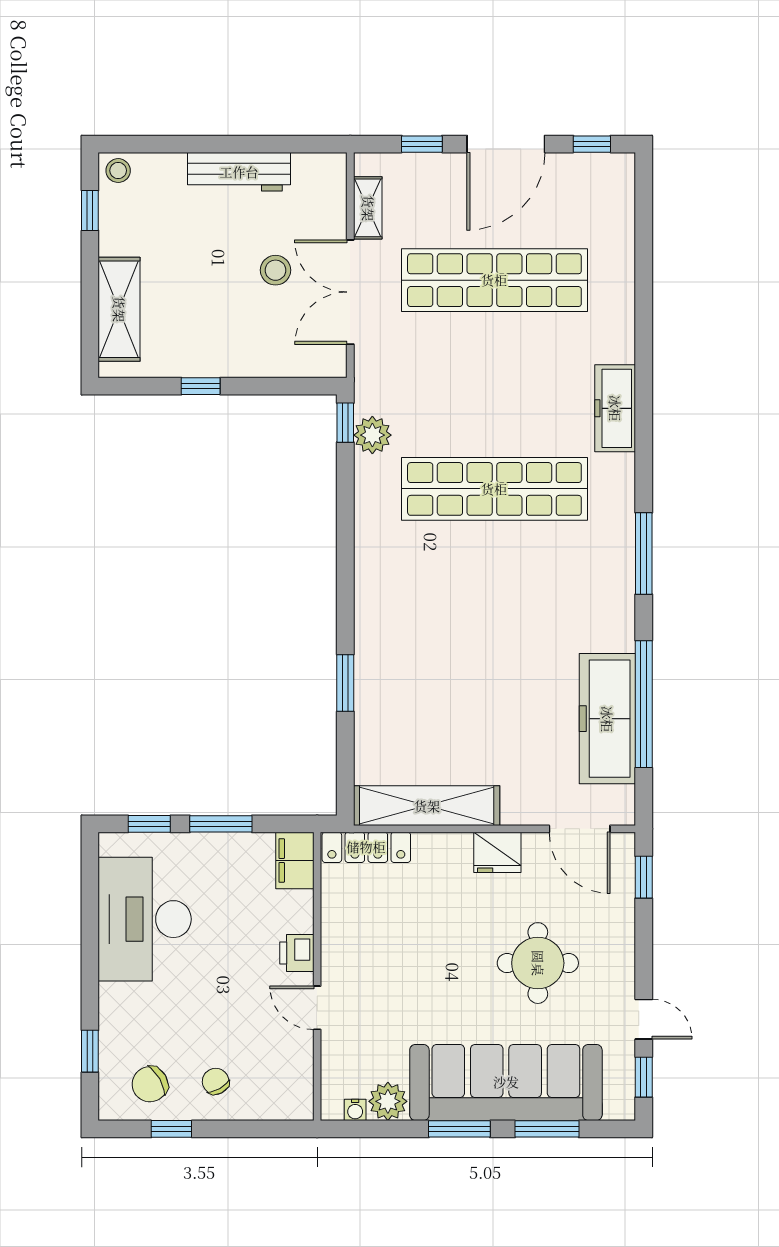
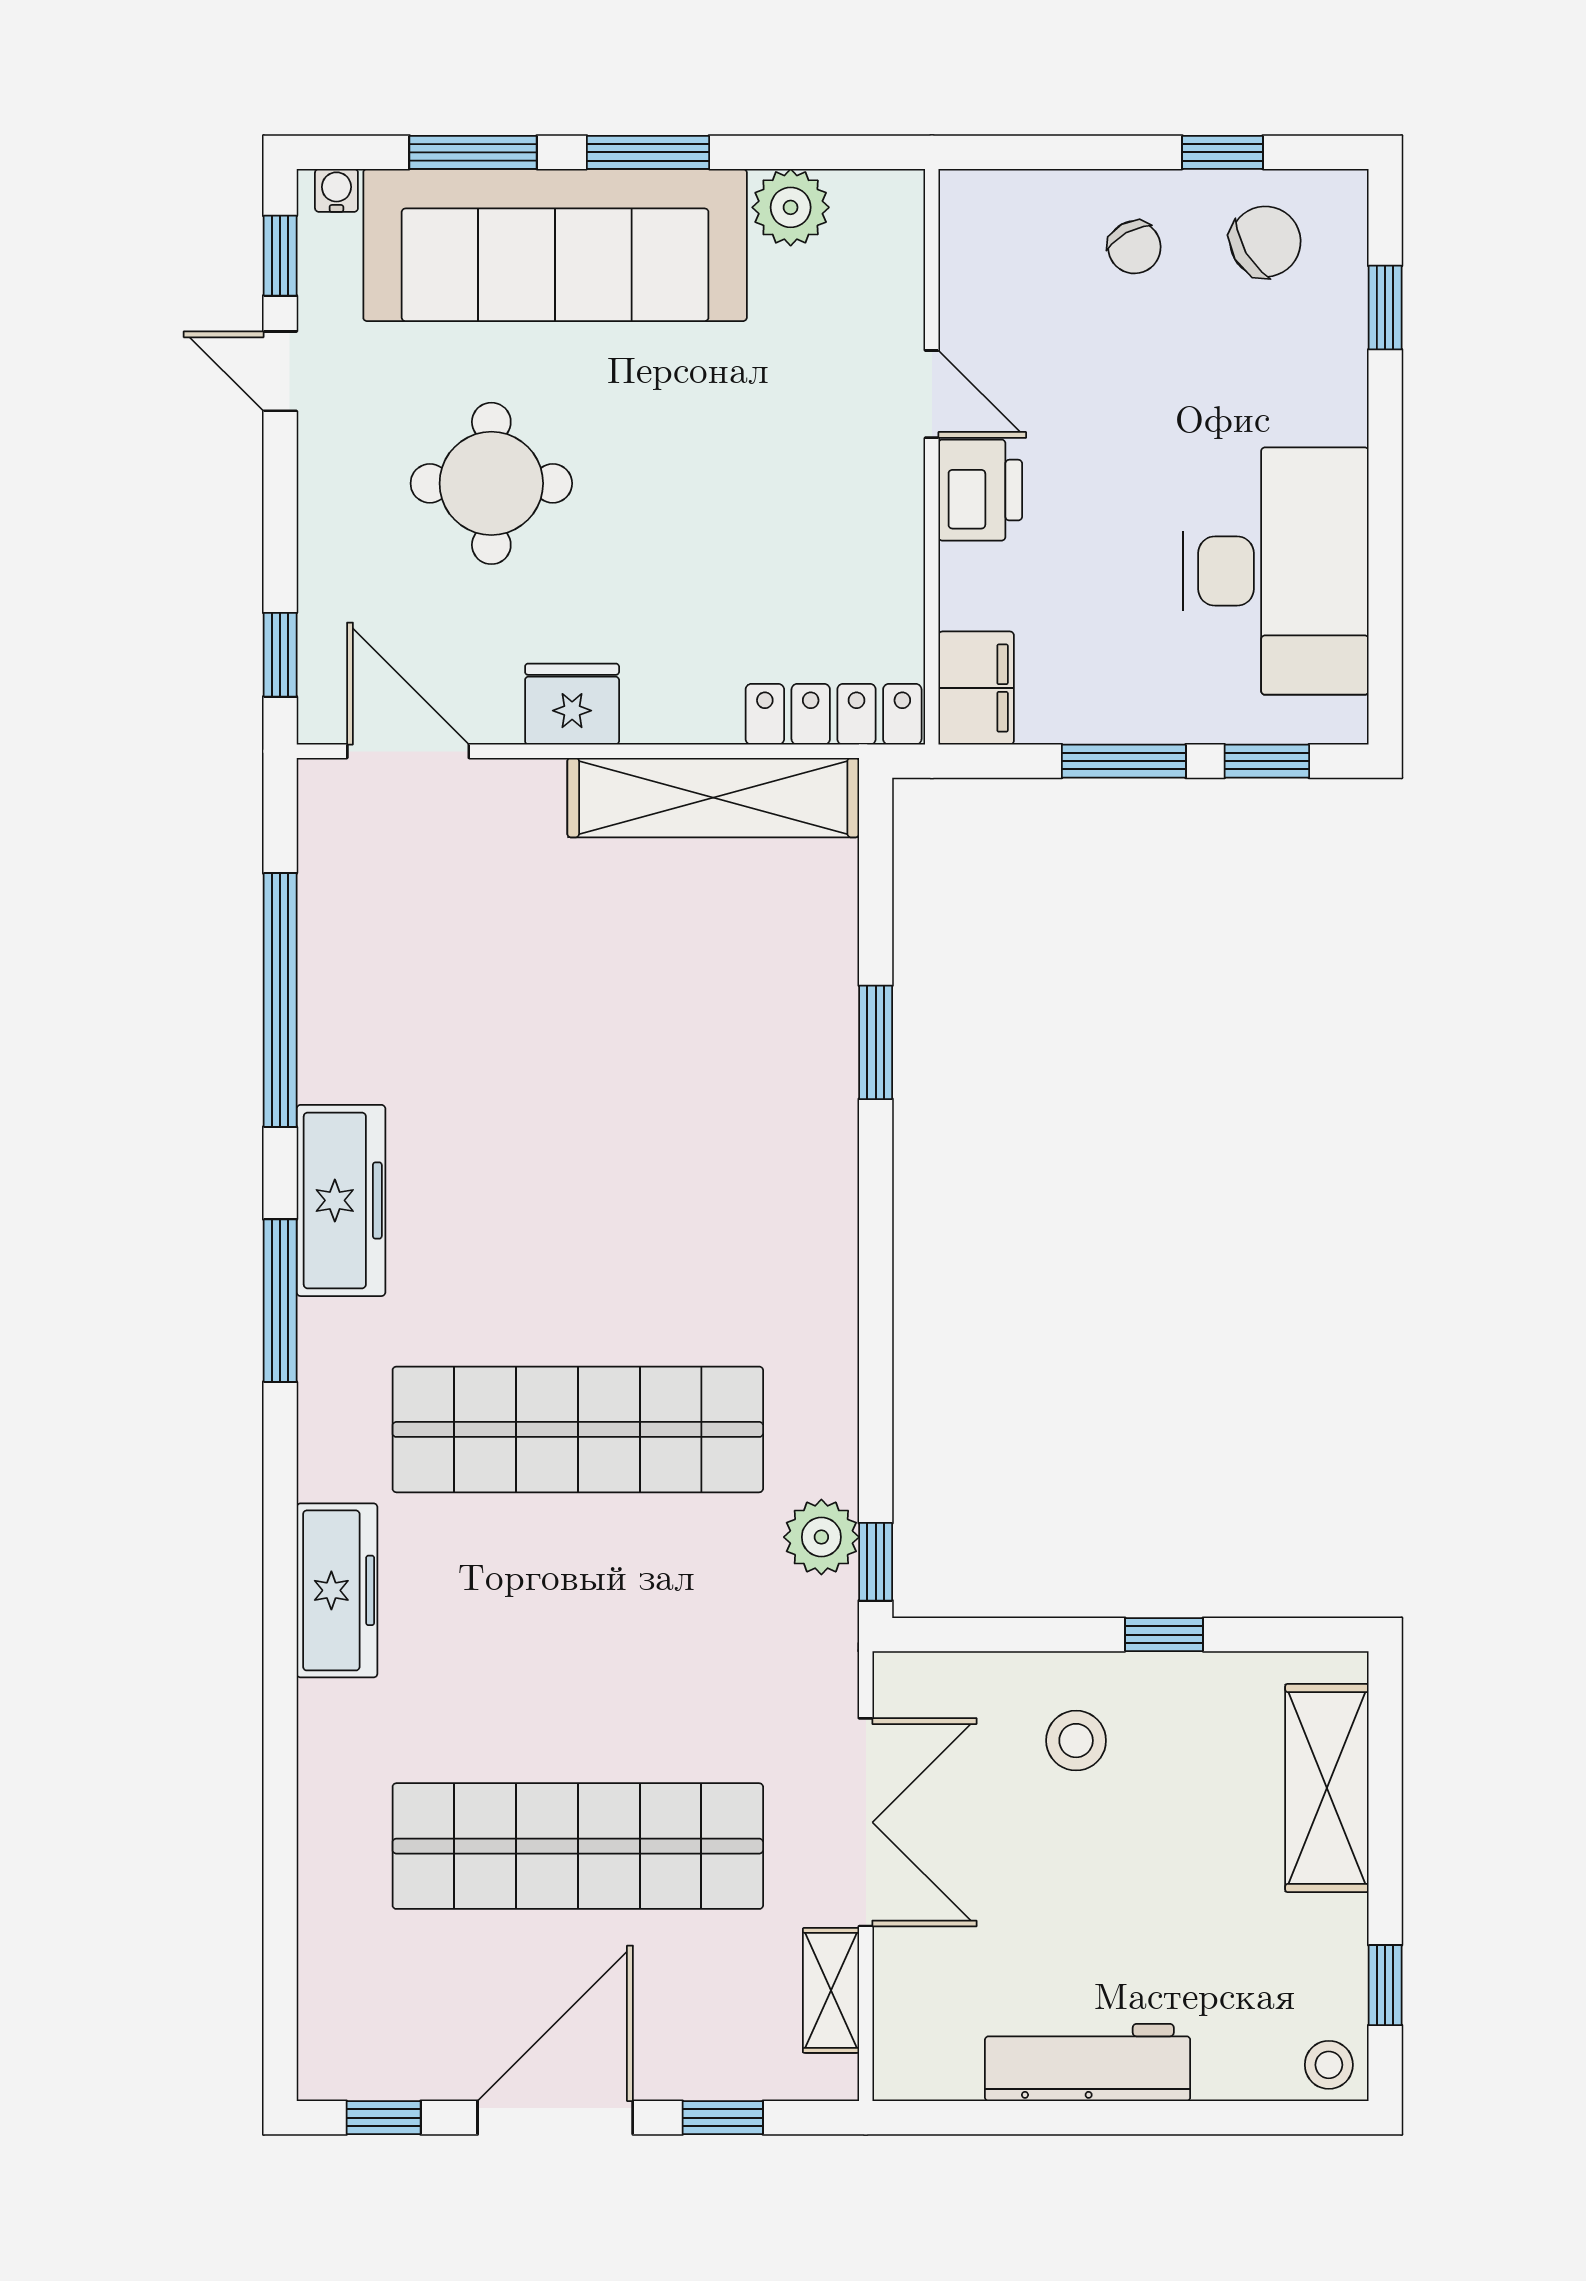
stool: (275, 270) -> (1076, 1741), moved
freezer: (607, 719) -> (341, 1200), moved, width x0.73, depth x0.79
printer: (297, 953) -> (980, 490), width x1.36, depth x1.24
water cooler: (355, 1110) -> (336, 190), moved

